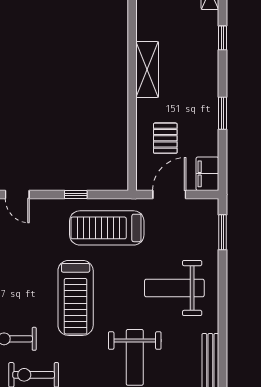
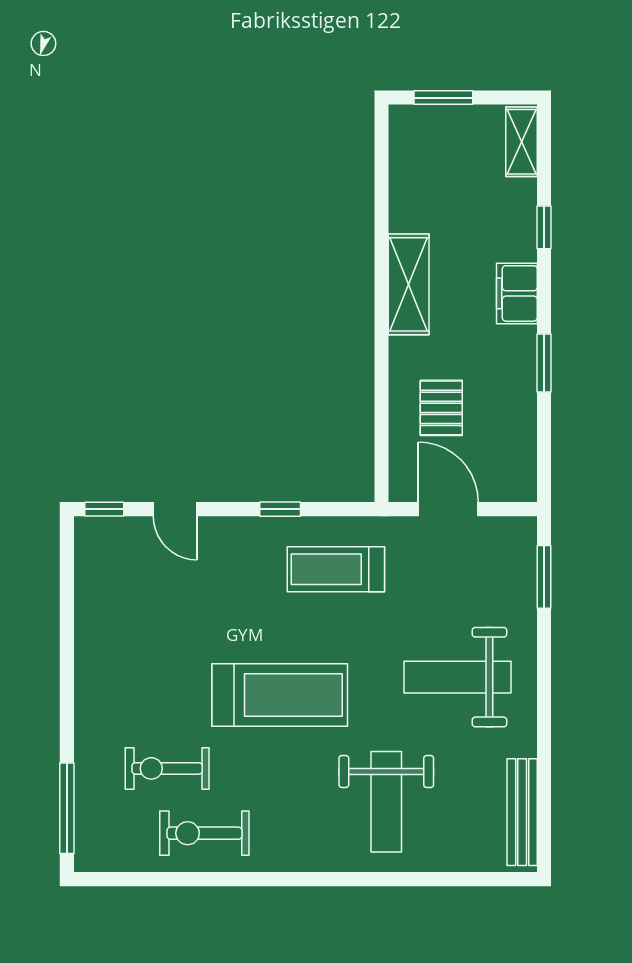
filing cabinet: (207, 174) -> (517, 293), moved
door: (169, 195) -> (448, 509), hinge flipped
treadmill: (107, 228) -> (336, 569), width x0.73, depth x0.73
treadmill: (76, 298) -> (280, 695), turned -90

